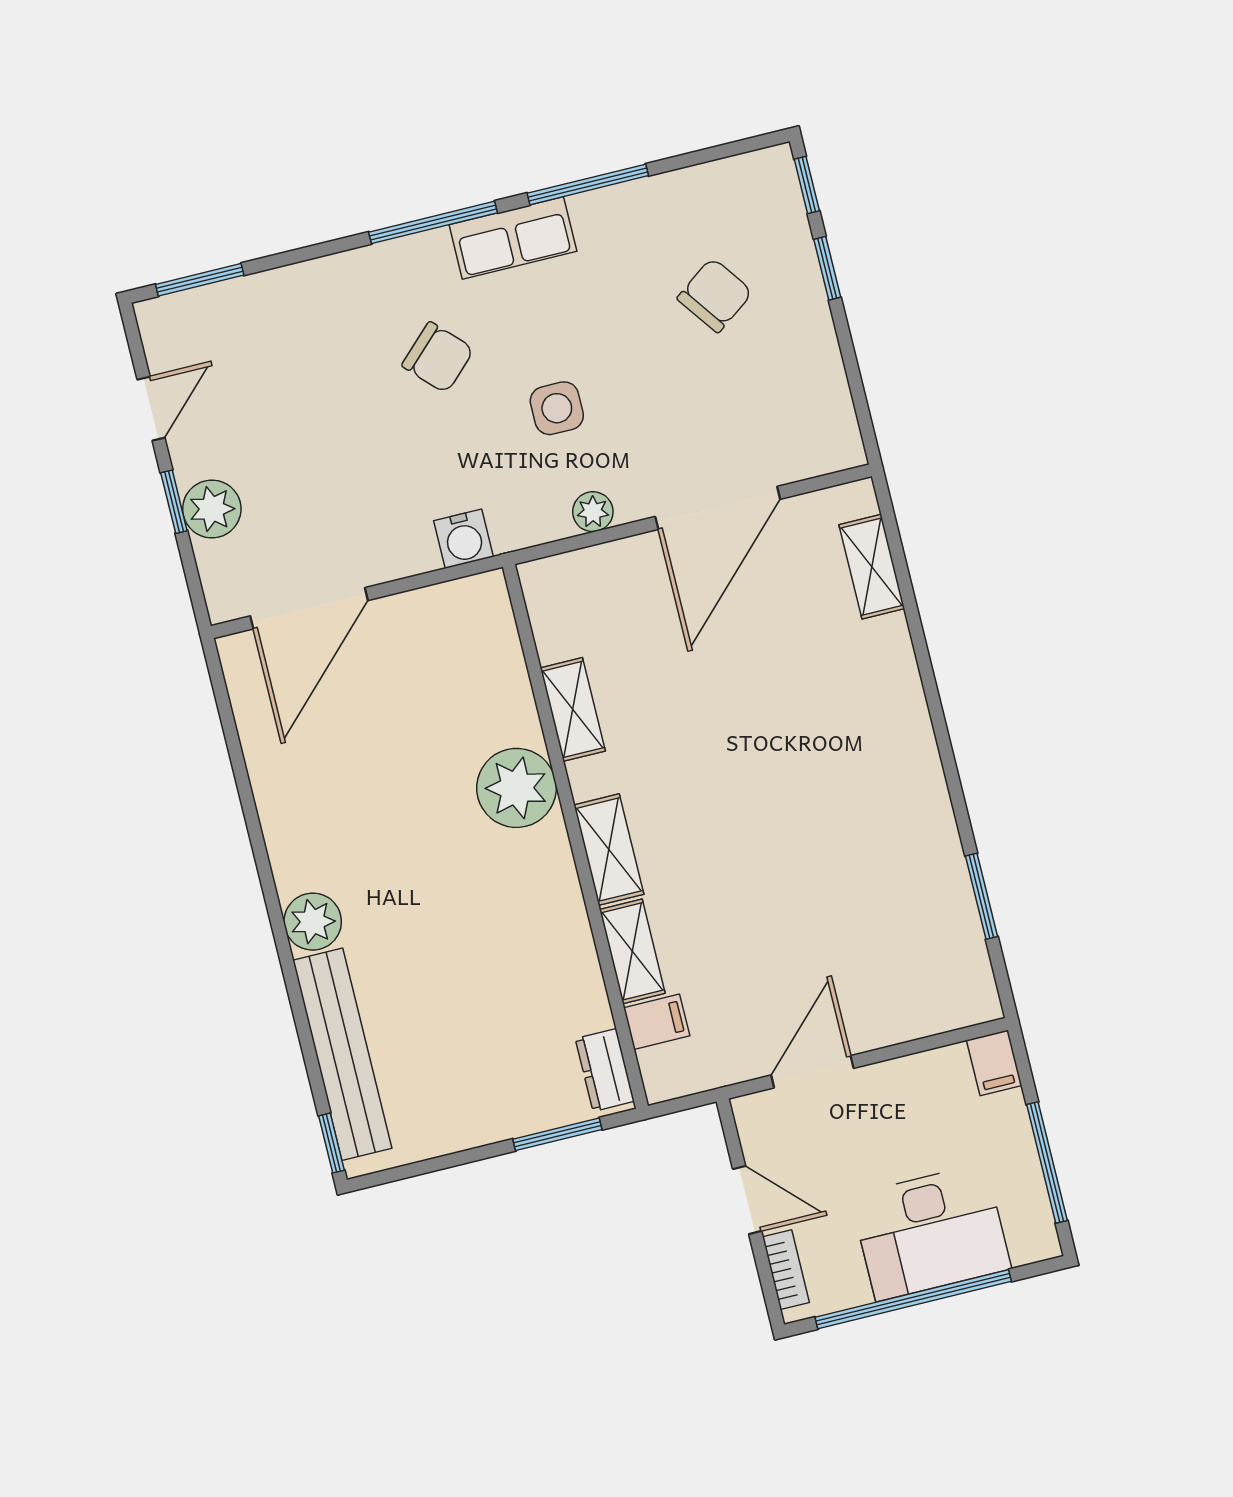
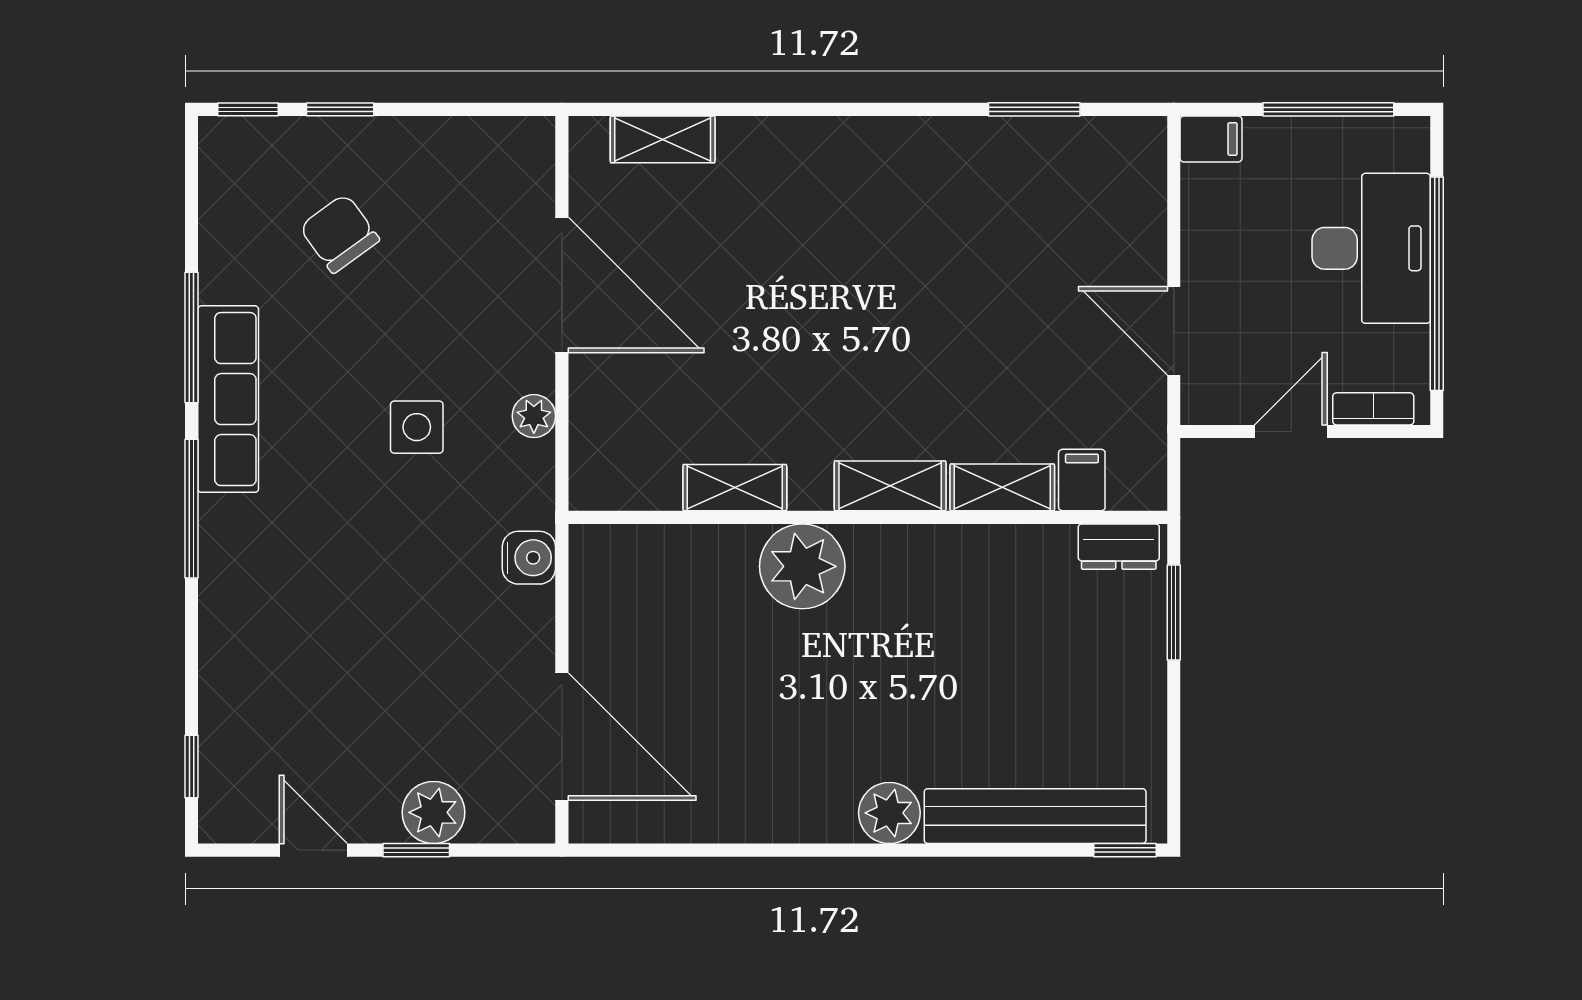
row of seats: (513, 238) -> (228, 399), width x1.48
window: (200, 280) -> (192, 766), width x0.67
chair: (438, 357) -> (333, 538), removed

